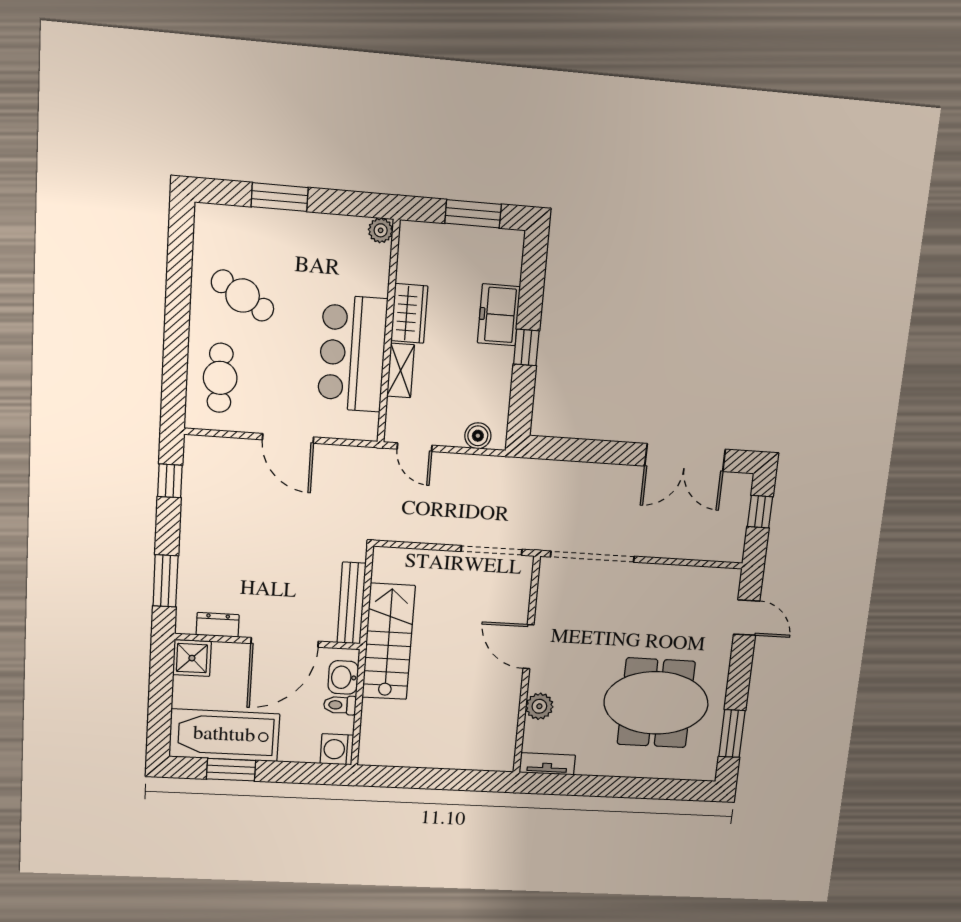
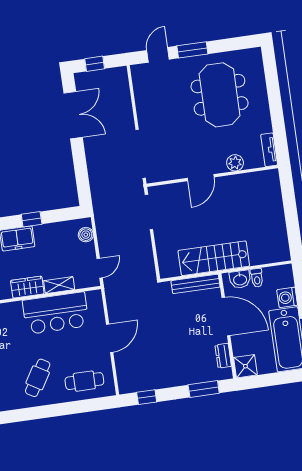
window: (732, 734) -> (192, 50), moved
washing machine: (337, 749) -> (287, 297), moved, turned 90

